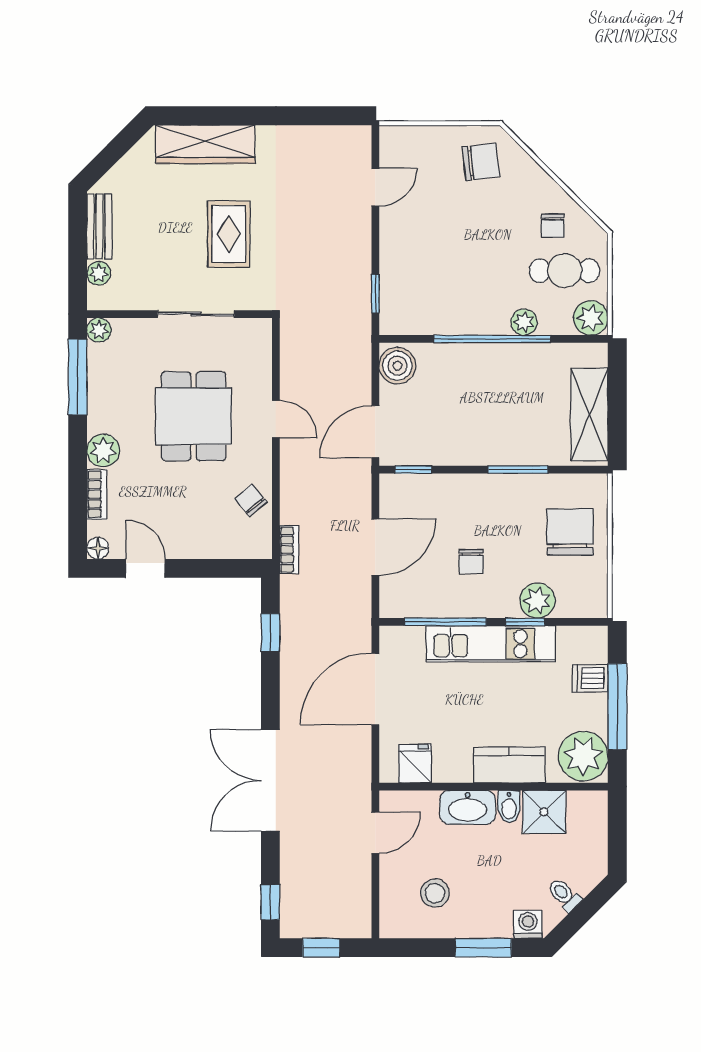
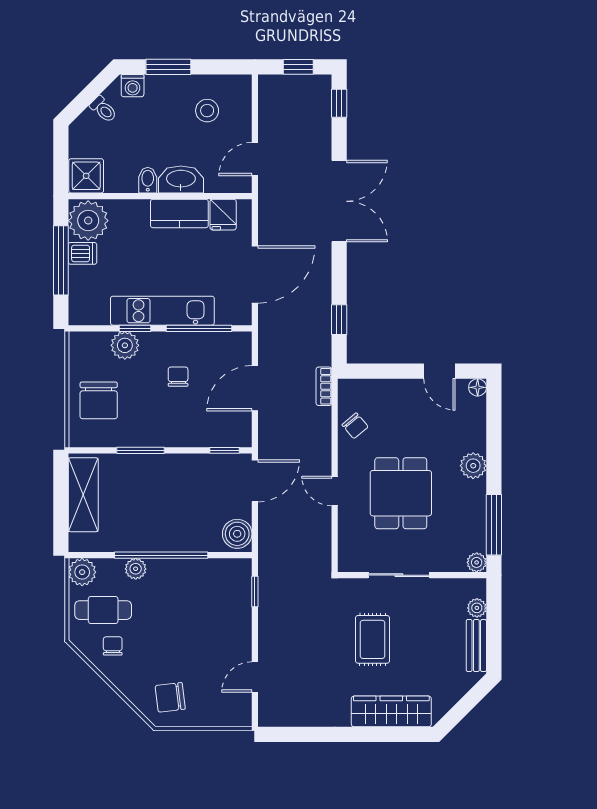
bookcase: (97, 494) -> (478, 431), removed
dishwasher: (590, 678) -> (83, 253), moved
kitchen counter: (509, 765) -> (179, 213), moved
shower: (544, 812) -> (86, 176), moved

